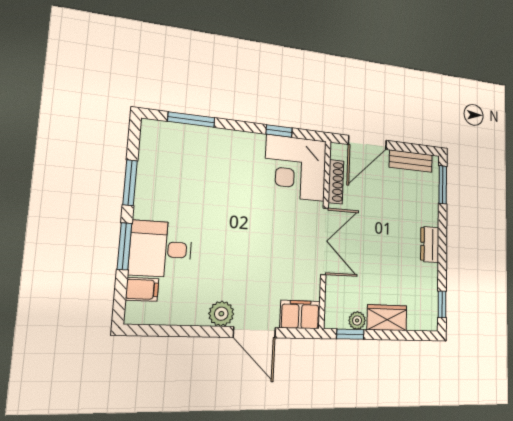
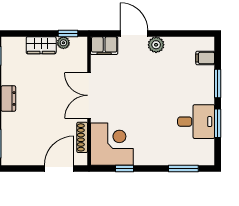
bench: (411, 161) -> (25, 159), removed
desk: (161, 249) -> (196, 122), moved

